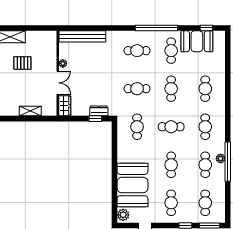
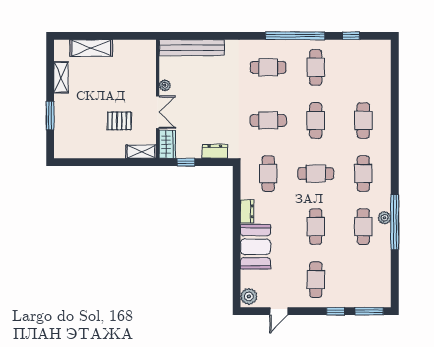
window: (206, 28) -> (351, 36), moved
booth: (197, 41) -> (352, 54), removed
pallet: (22, 63) -> (119, 121), moved
shelving: (30, 111) -> (141, 152), moved
window: (95, 119) -> (186, 162), moved
dresser: (122, 154) -> (247, 211), added
booth: (132, 185) -> (255, 247), width x0.73, depth x0.70
cafe table: (205, 203) -> (363, 280), removed

